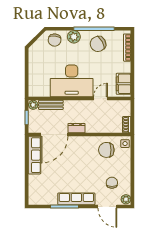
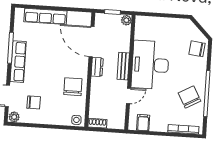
plant: (74, 37) -> (199, 70), removed
filing cabinet: (124, 84) -> (143, 123), width x0.50
door: (101, 99) -> (128, 96), hinge flipped
bench: (51, 105) -> (123, 66), moved
chair: (106, 150) -> (73, 87), moved
row of seats: (34, 155) -> (45, 16), moved

